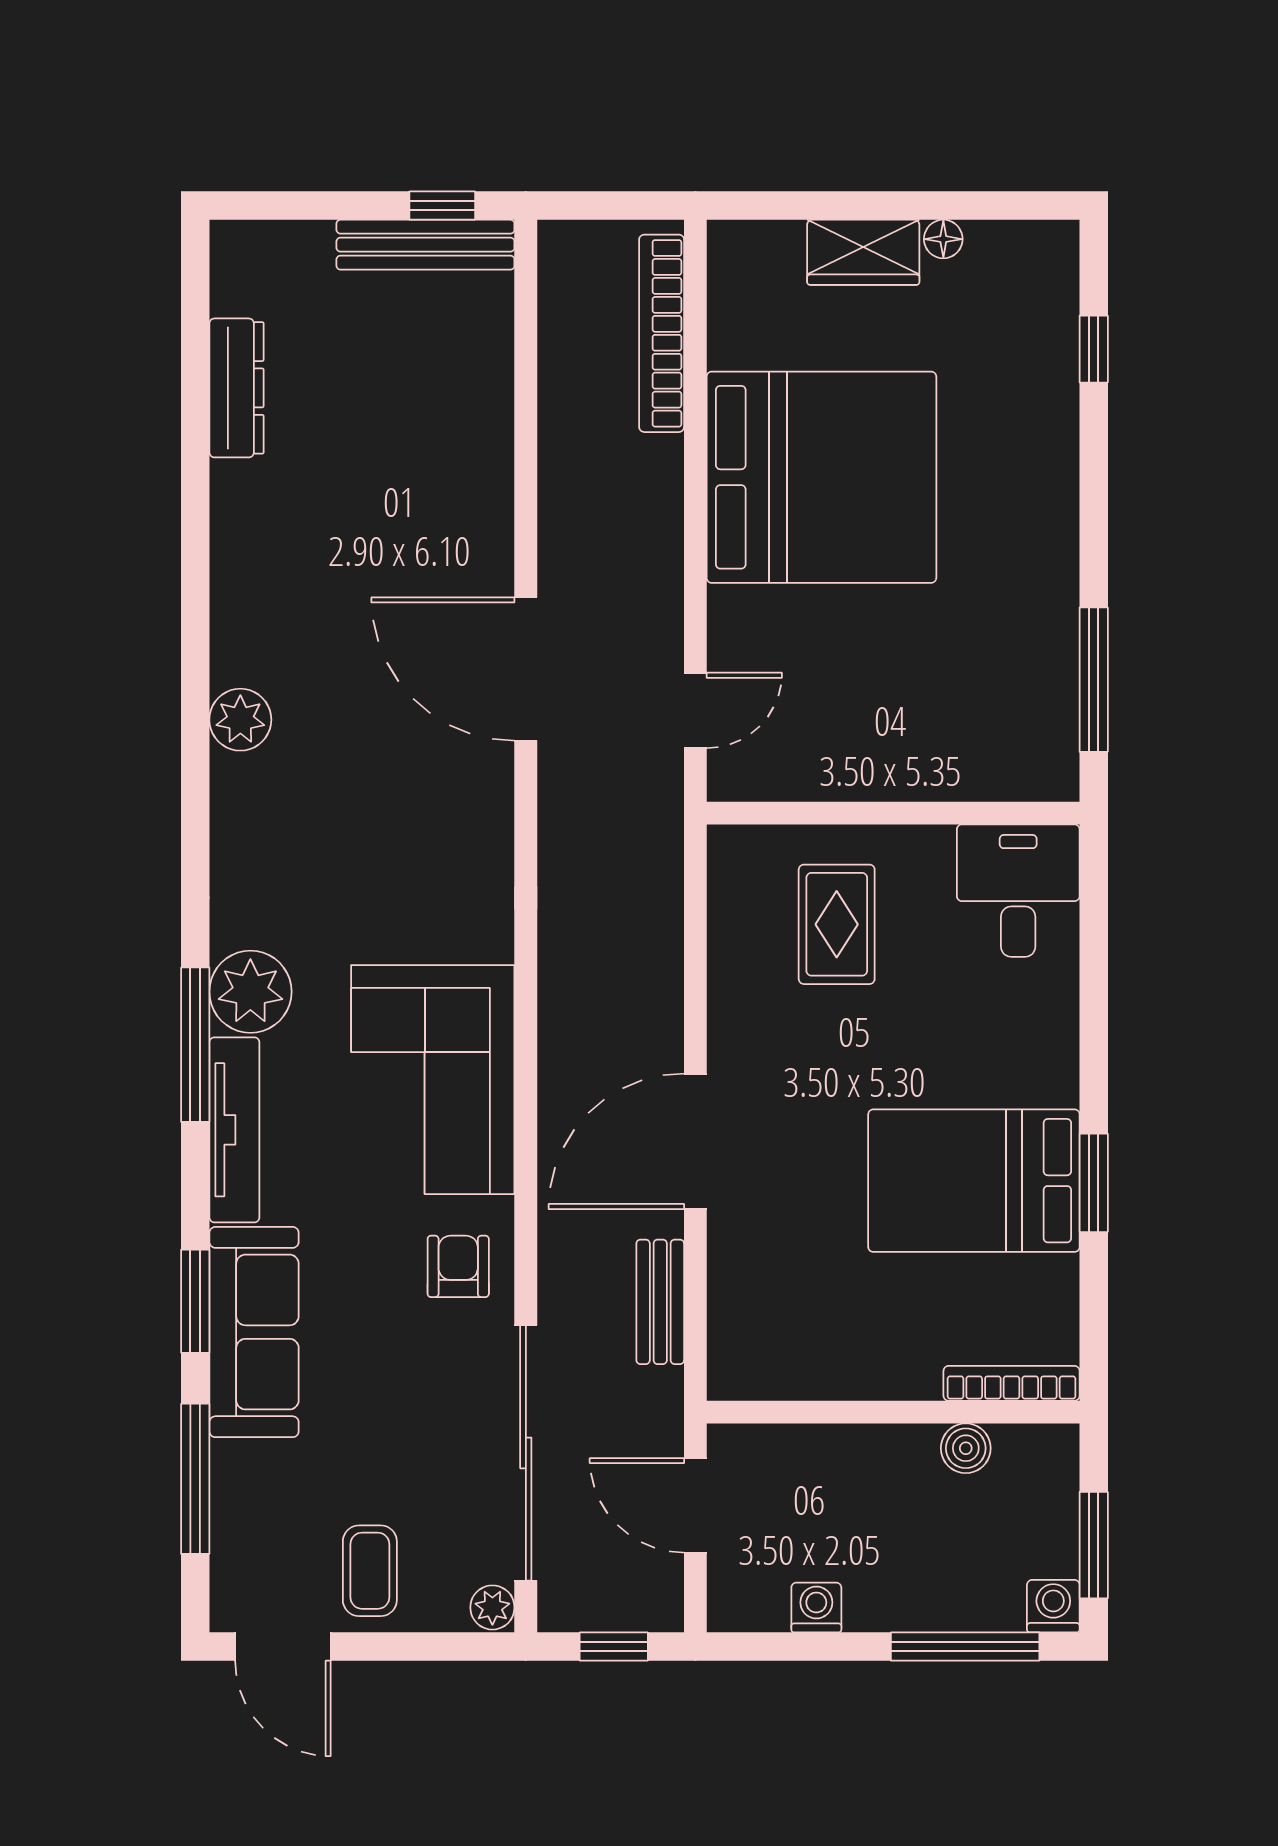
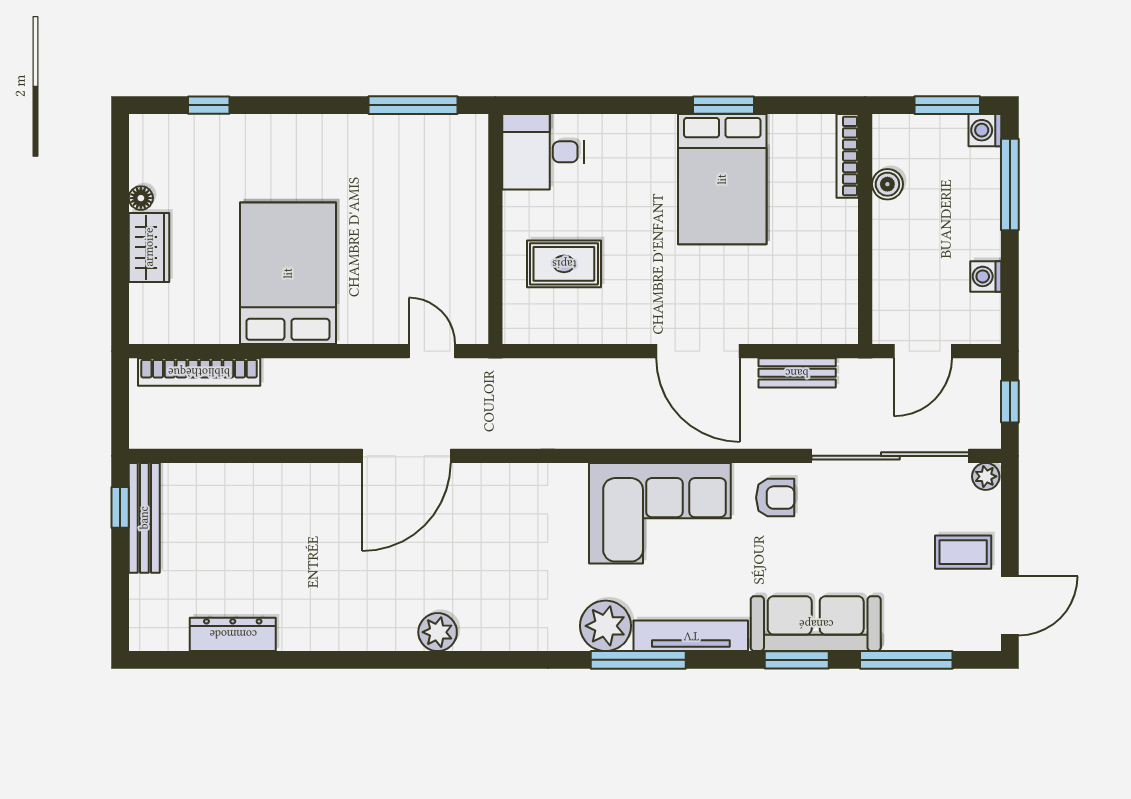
bed: (821, 477) -> (288, 273), width x0.73
armchair: (458, 1266) -> (775, 498), turned 180

